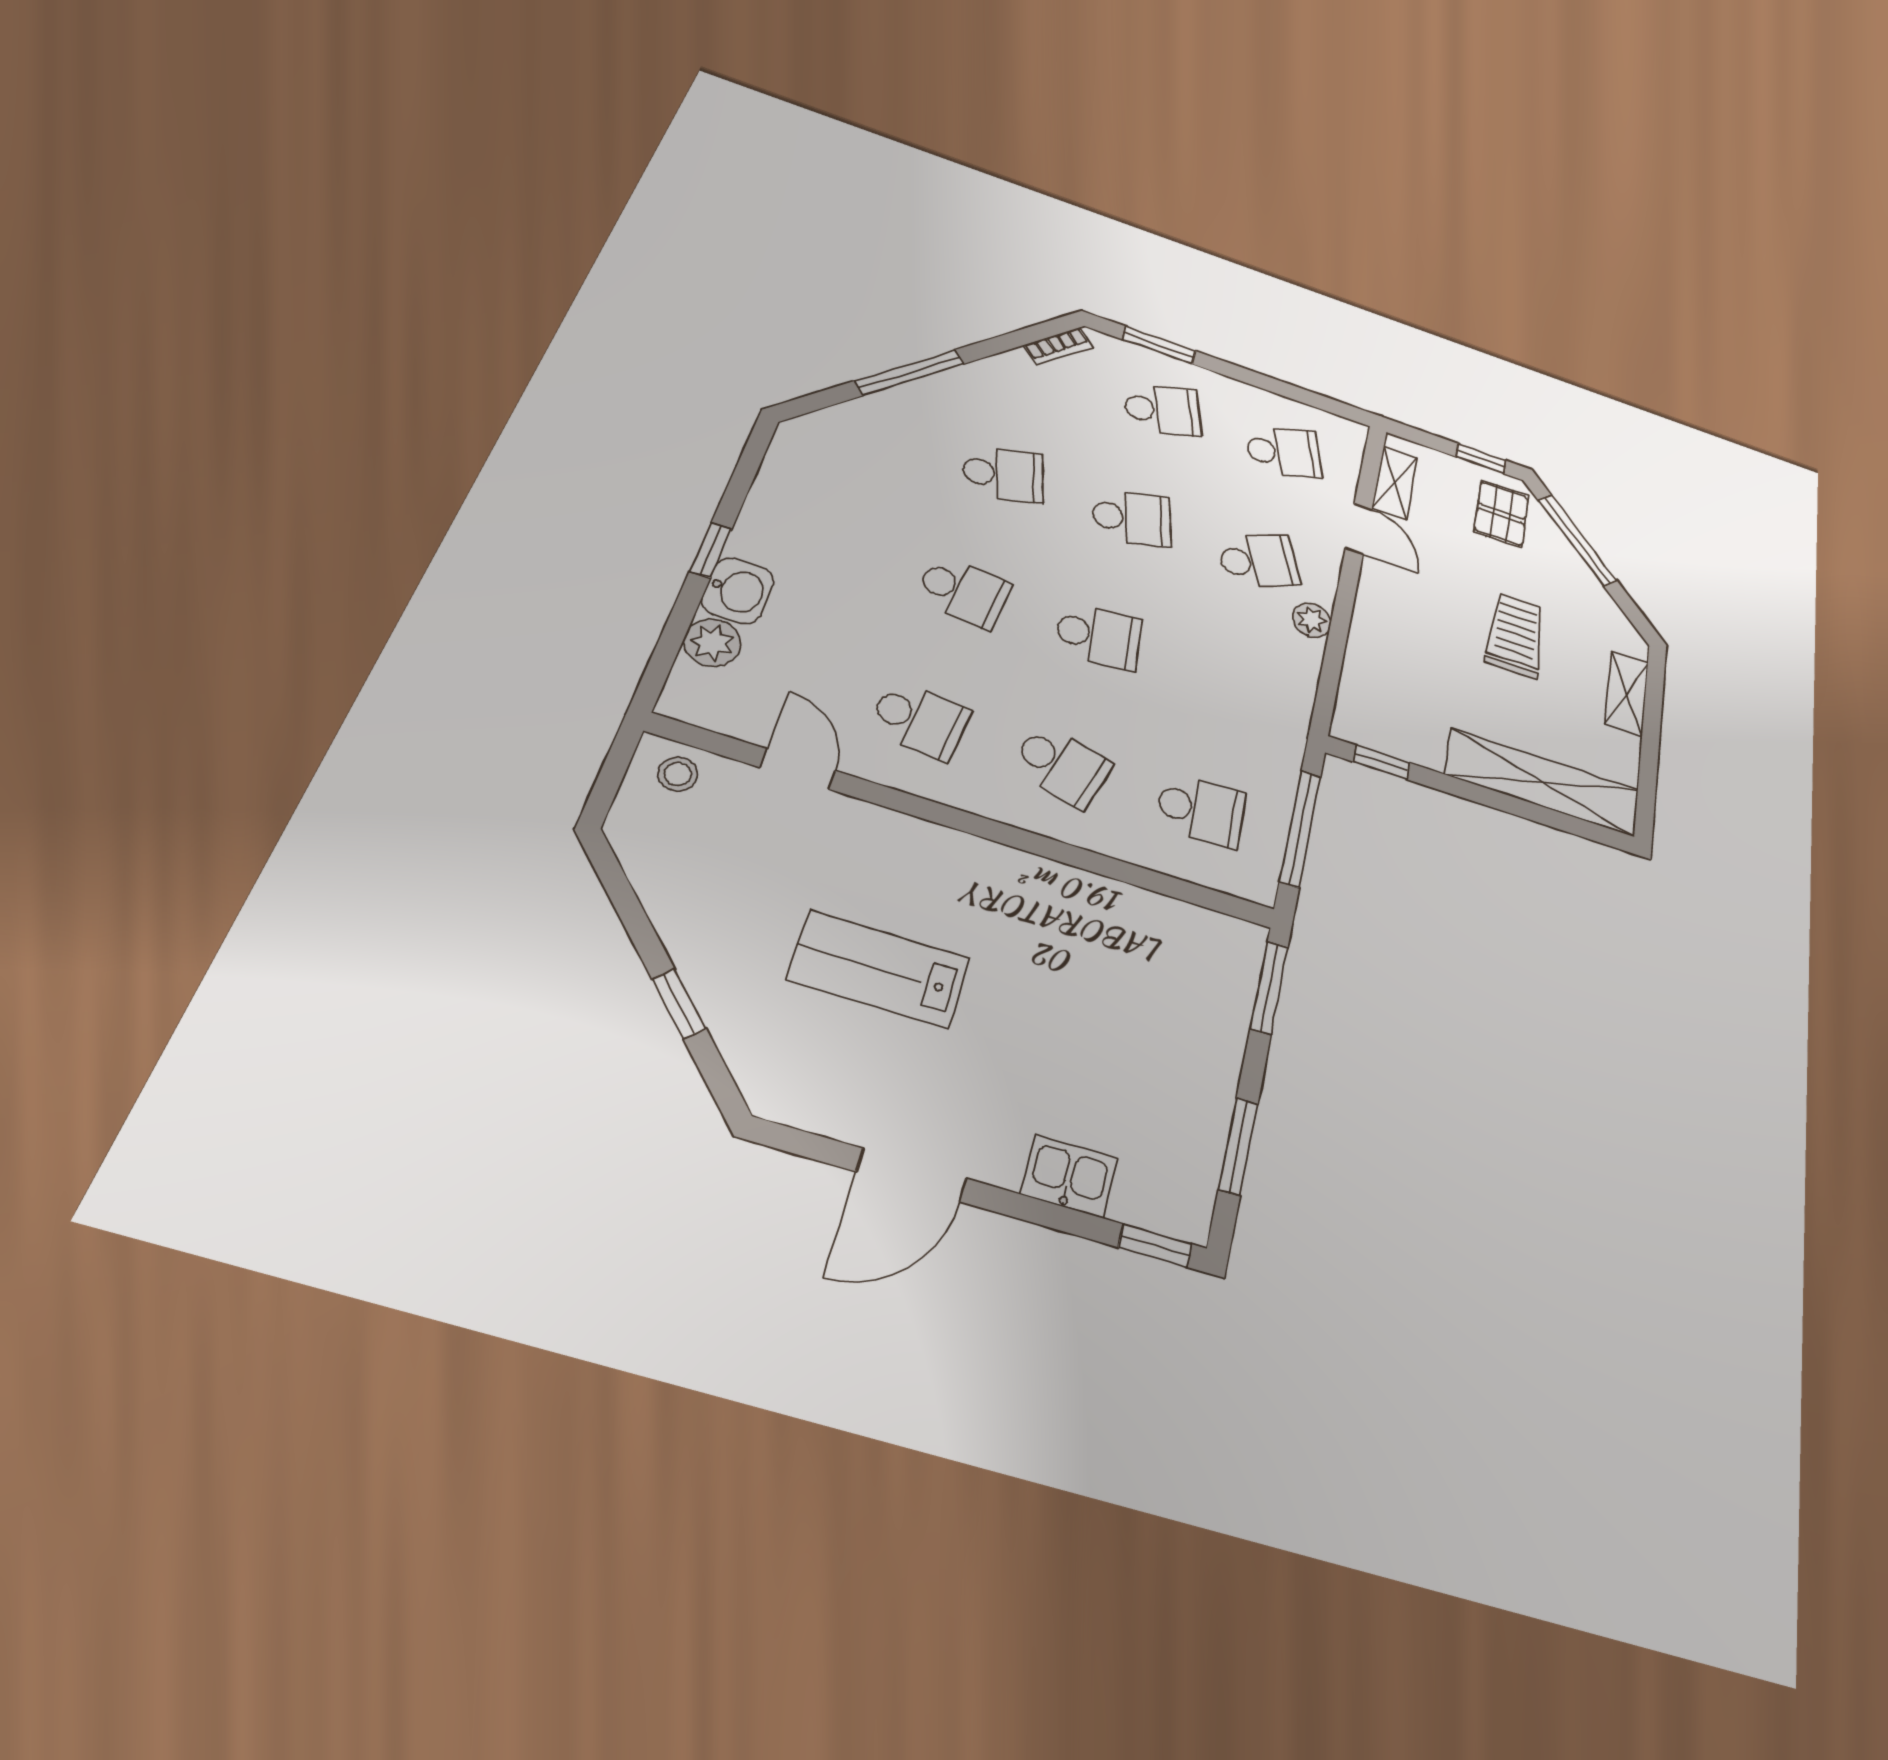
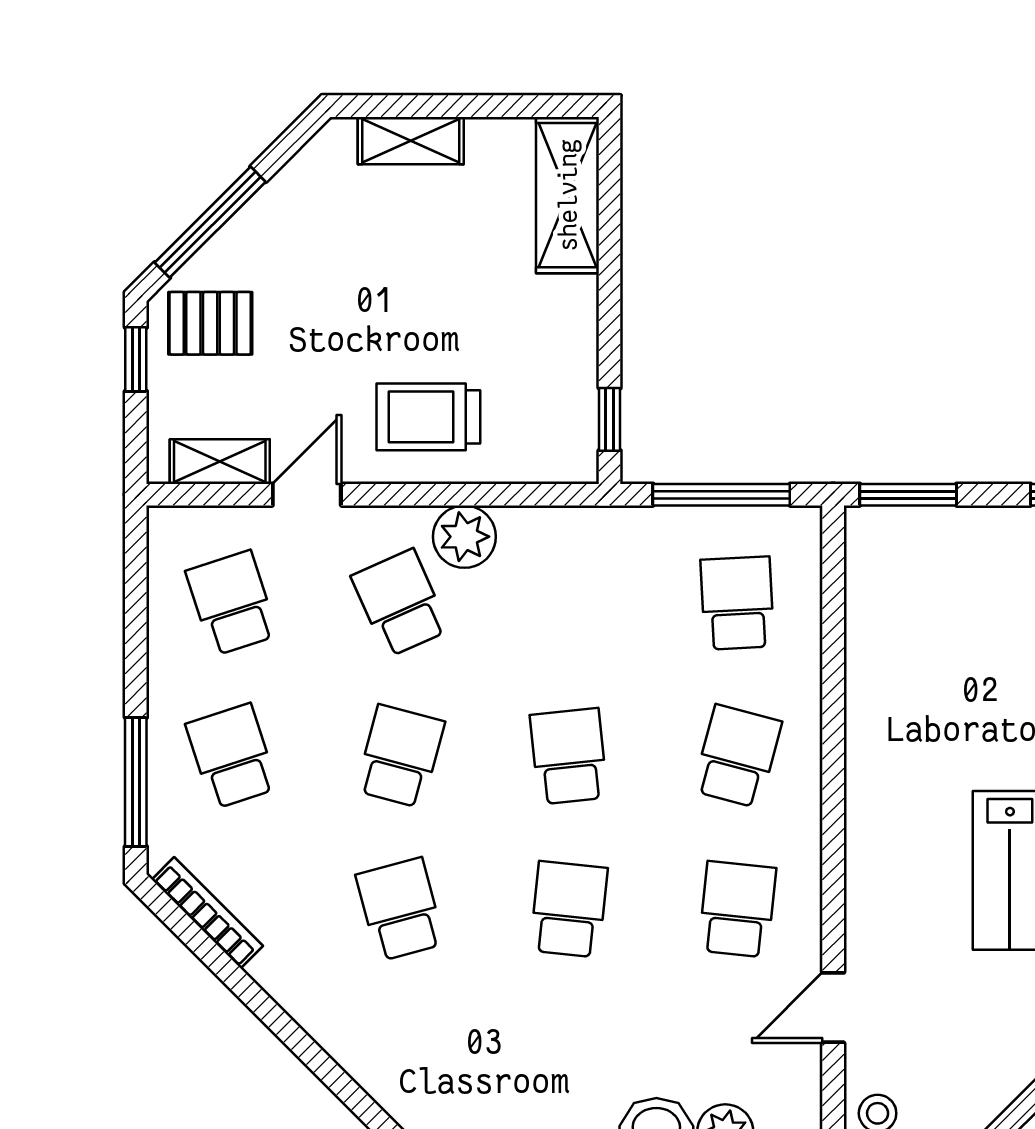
window: (1159, 345) -> (136, 782), width x1.44
bookcase: (1058, 346) -> (207, 913), width x1.56
window: (909, 372) -> (304, 1047), removed
school desk: (1132, 518) -> (400, 756), turned 30
plant: (1312, 620) -> (464, 537), width x1.38, depth x1.38
trolley: (1515, 635) -> (428, 417), moved
shelving: (1543, 782) -> (568, 195), width x0.68

